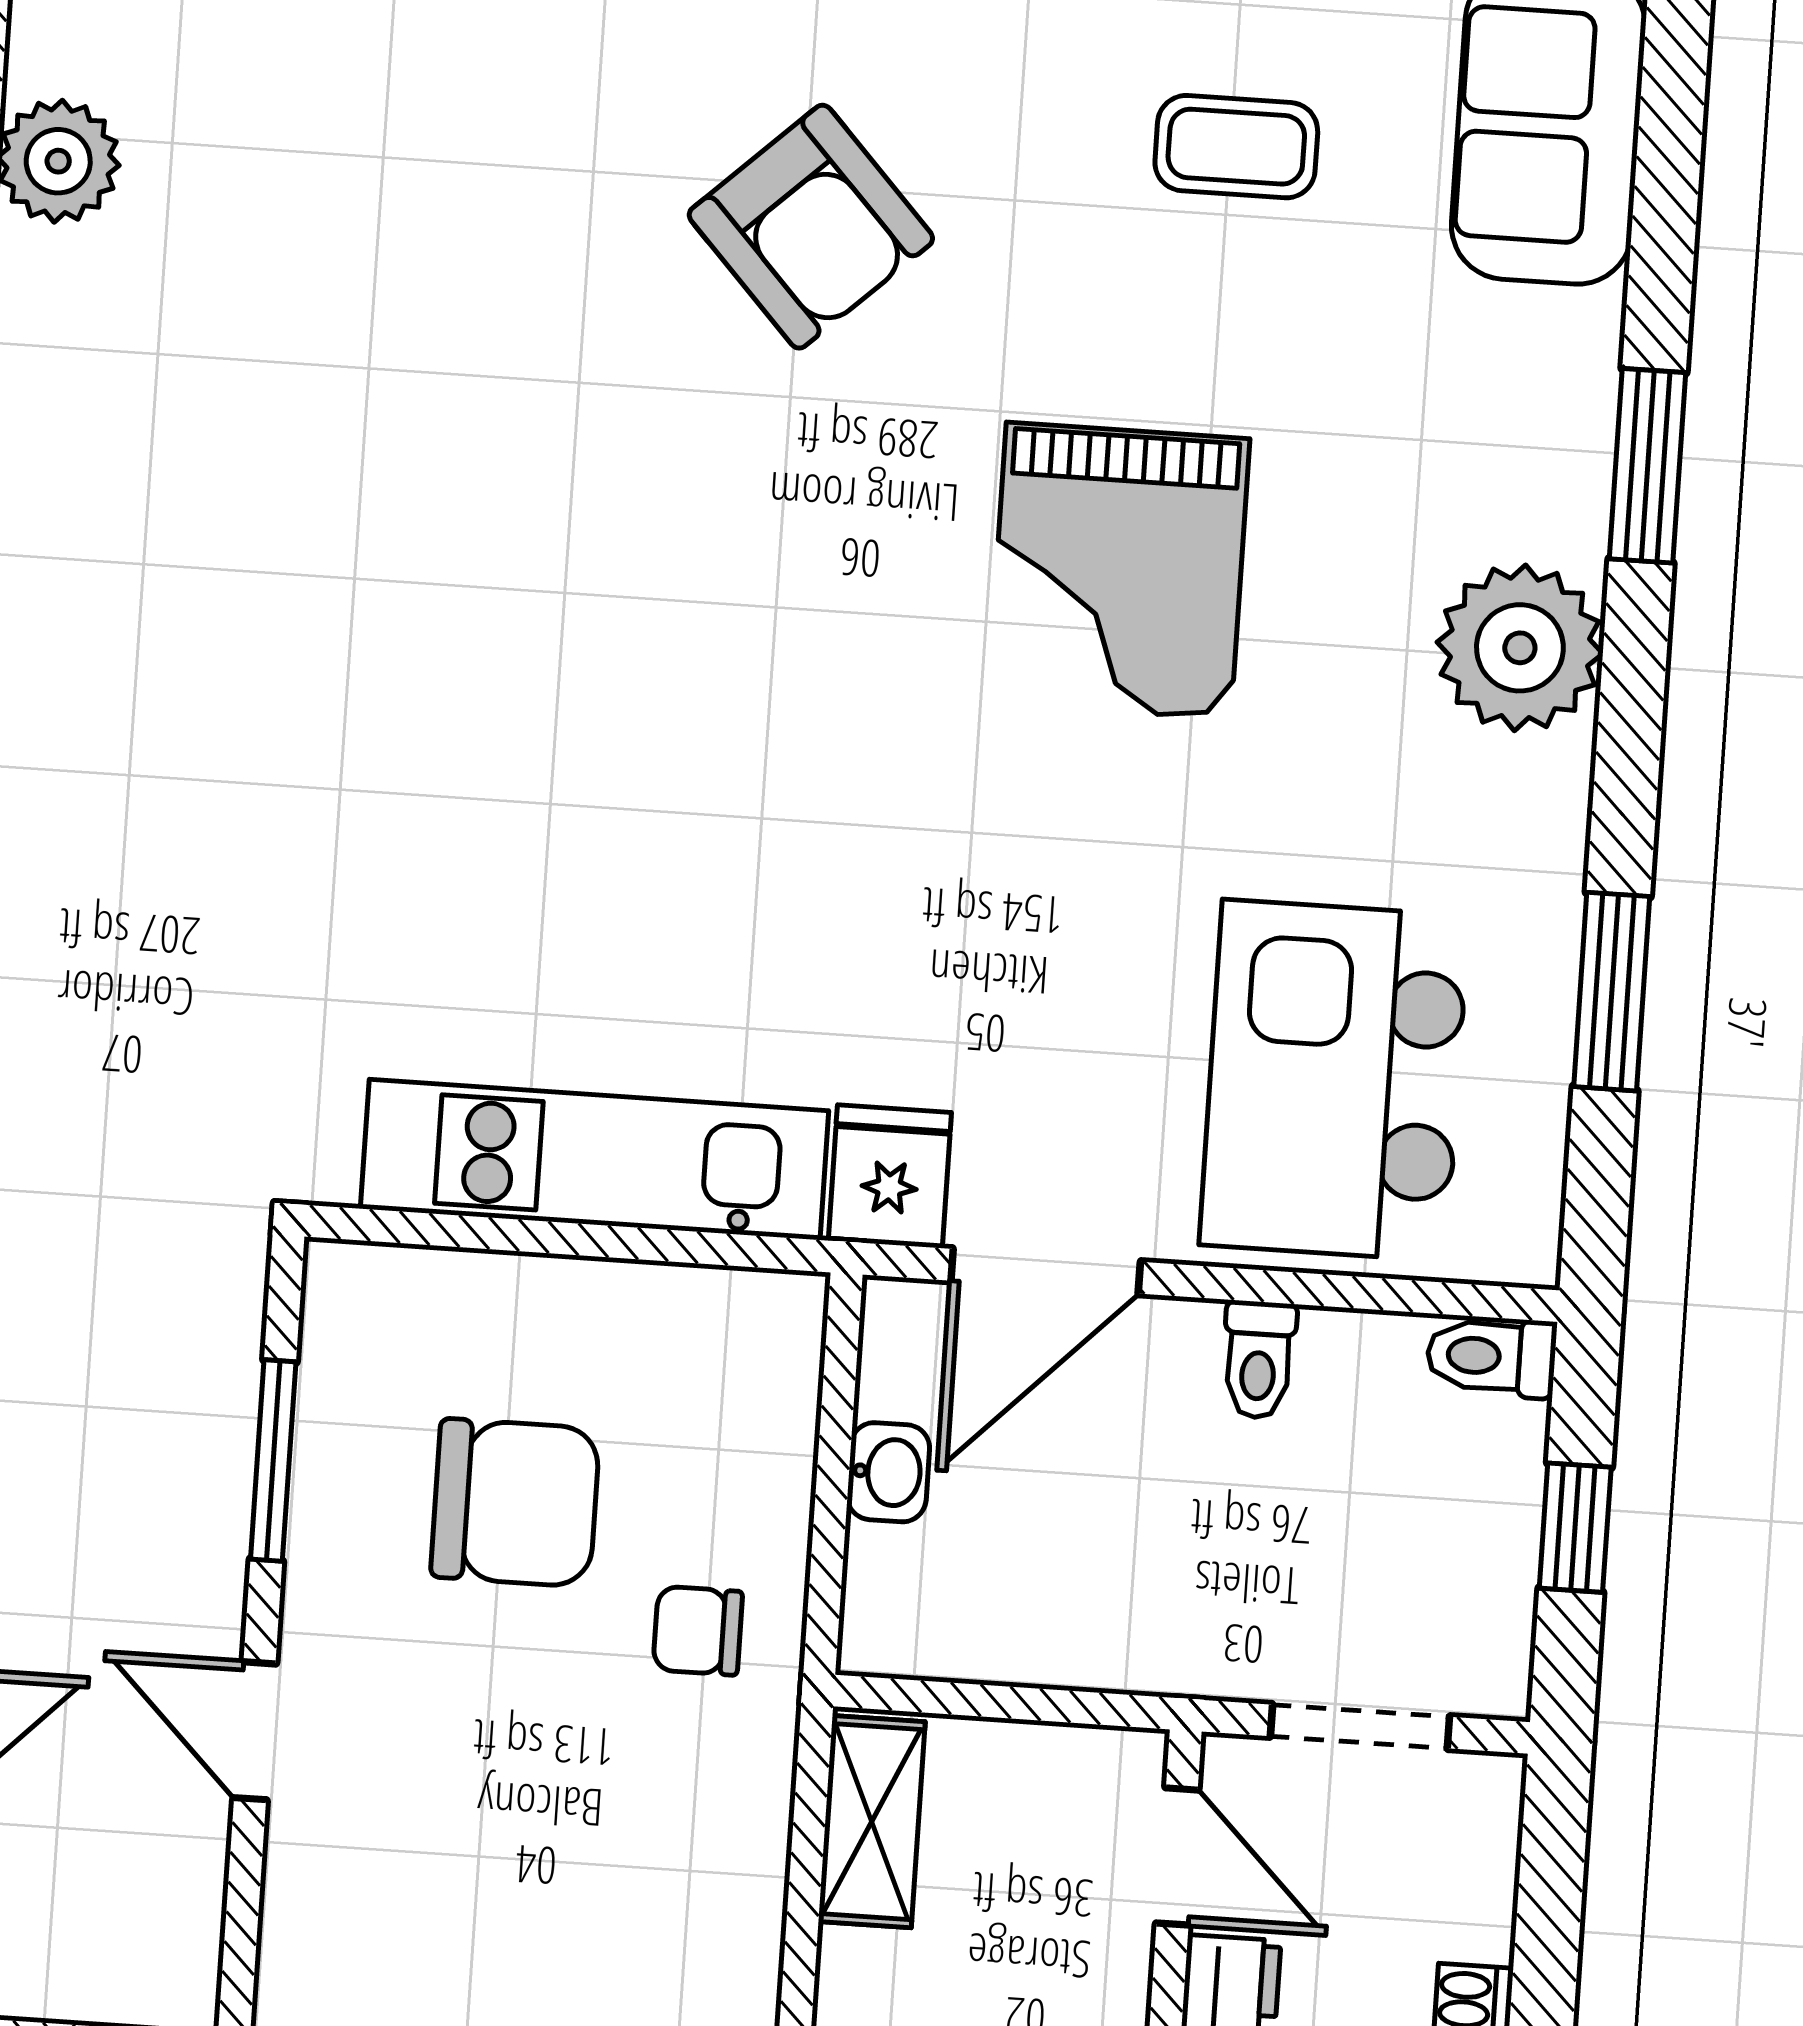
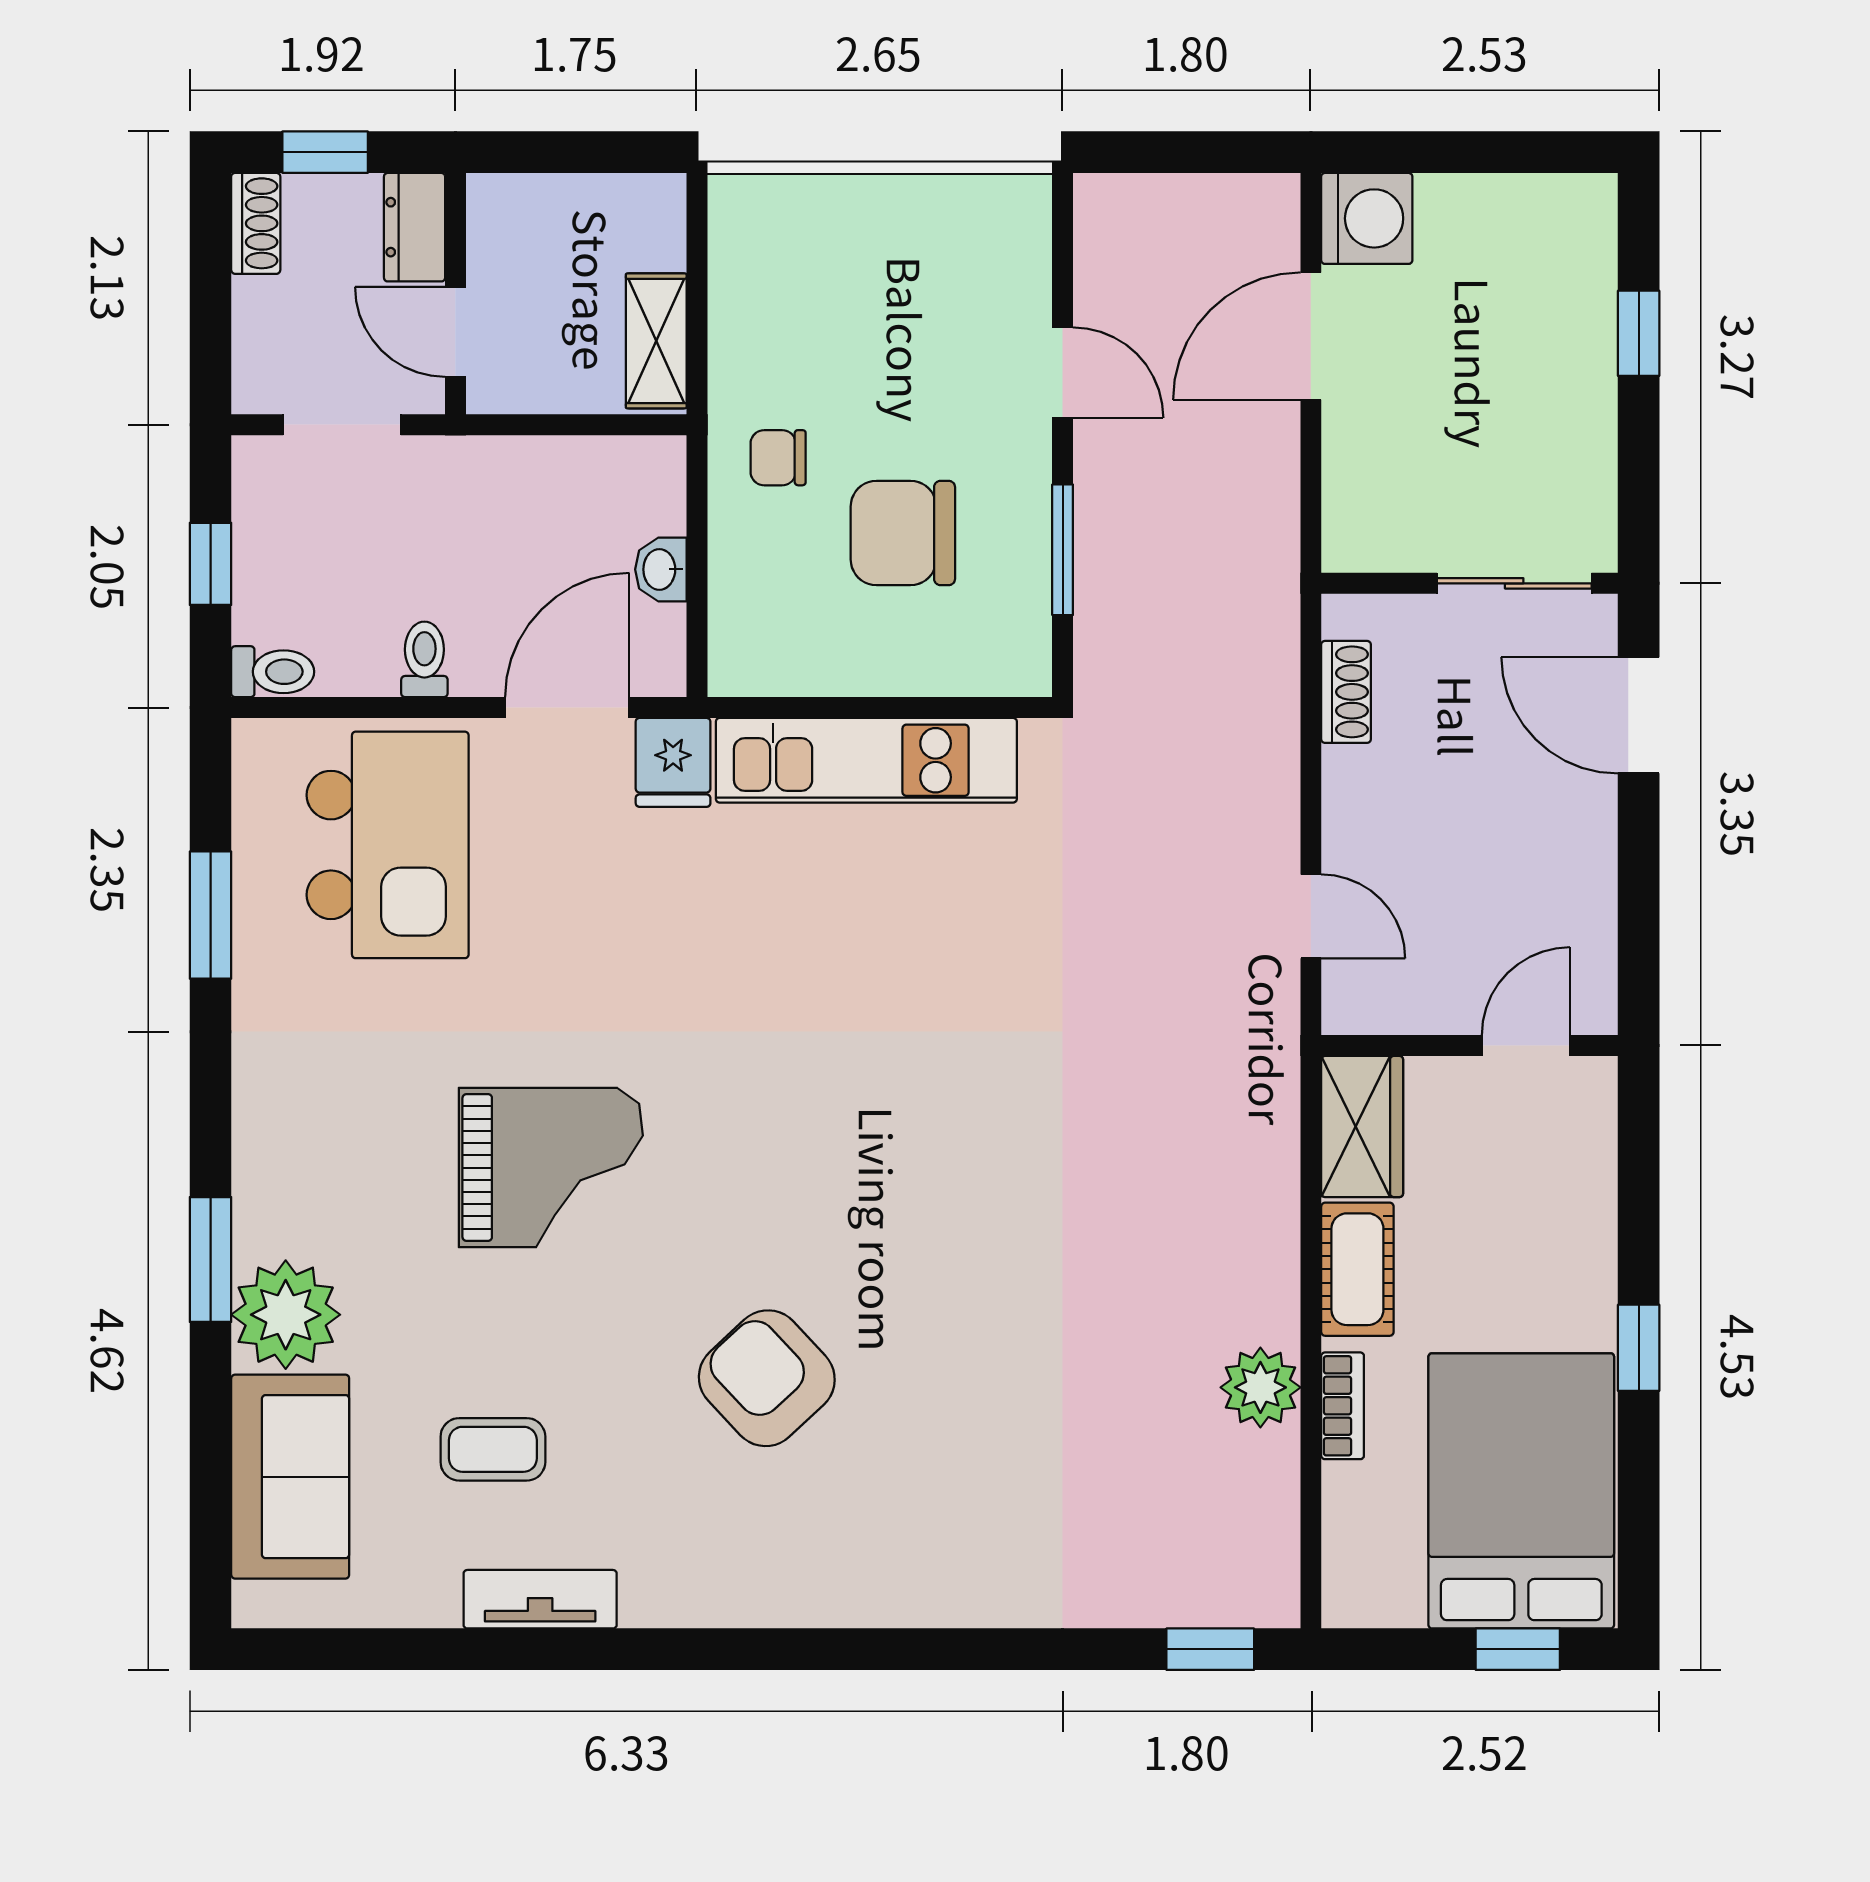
grand piano: (1119, 571) -> (551, 1168), turned 90
plant: (1520, 648) -> (286, 1315), moved
chair: (698, 1631) -> (778, 458), turned 180

